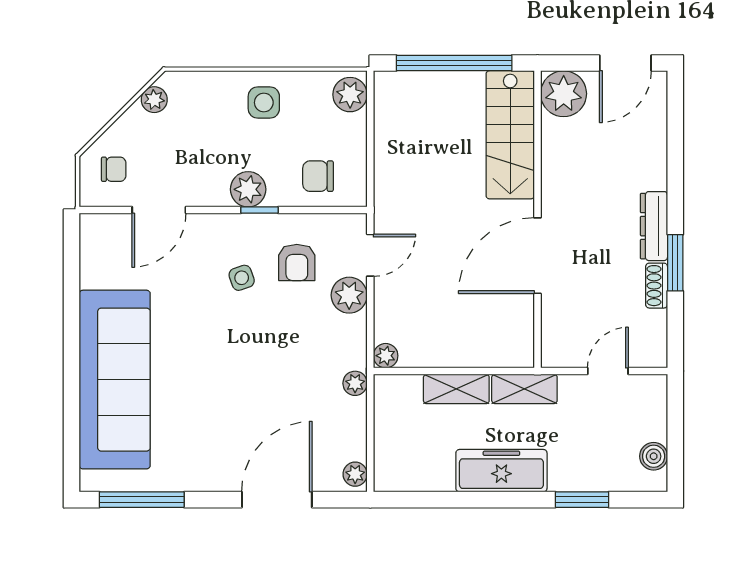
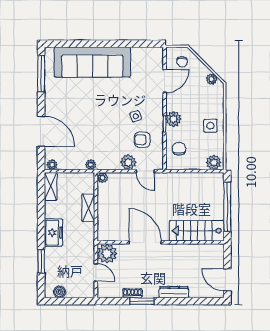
plant: (564, 94) -> (107, 254), moved
door: (159, 210) -> (165, 81), swing flipped
dresser: (654, 226) -> (174, 292), moved
shelving: (524, 389) -> (51, 186), moved
freezer: (501, 471) -> (53, 233), width x0.71

